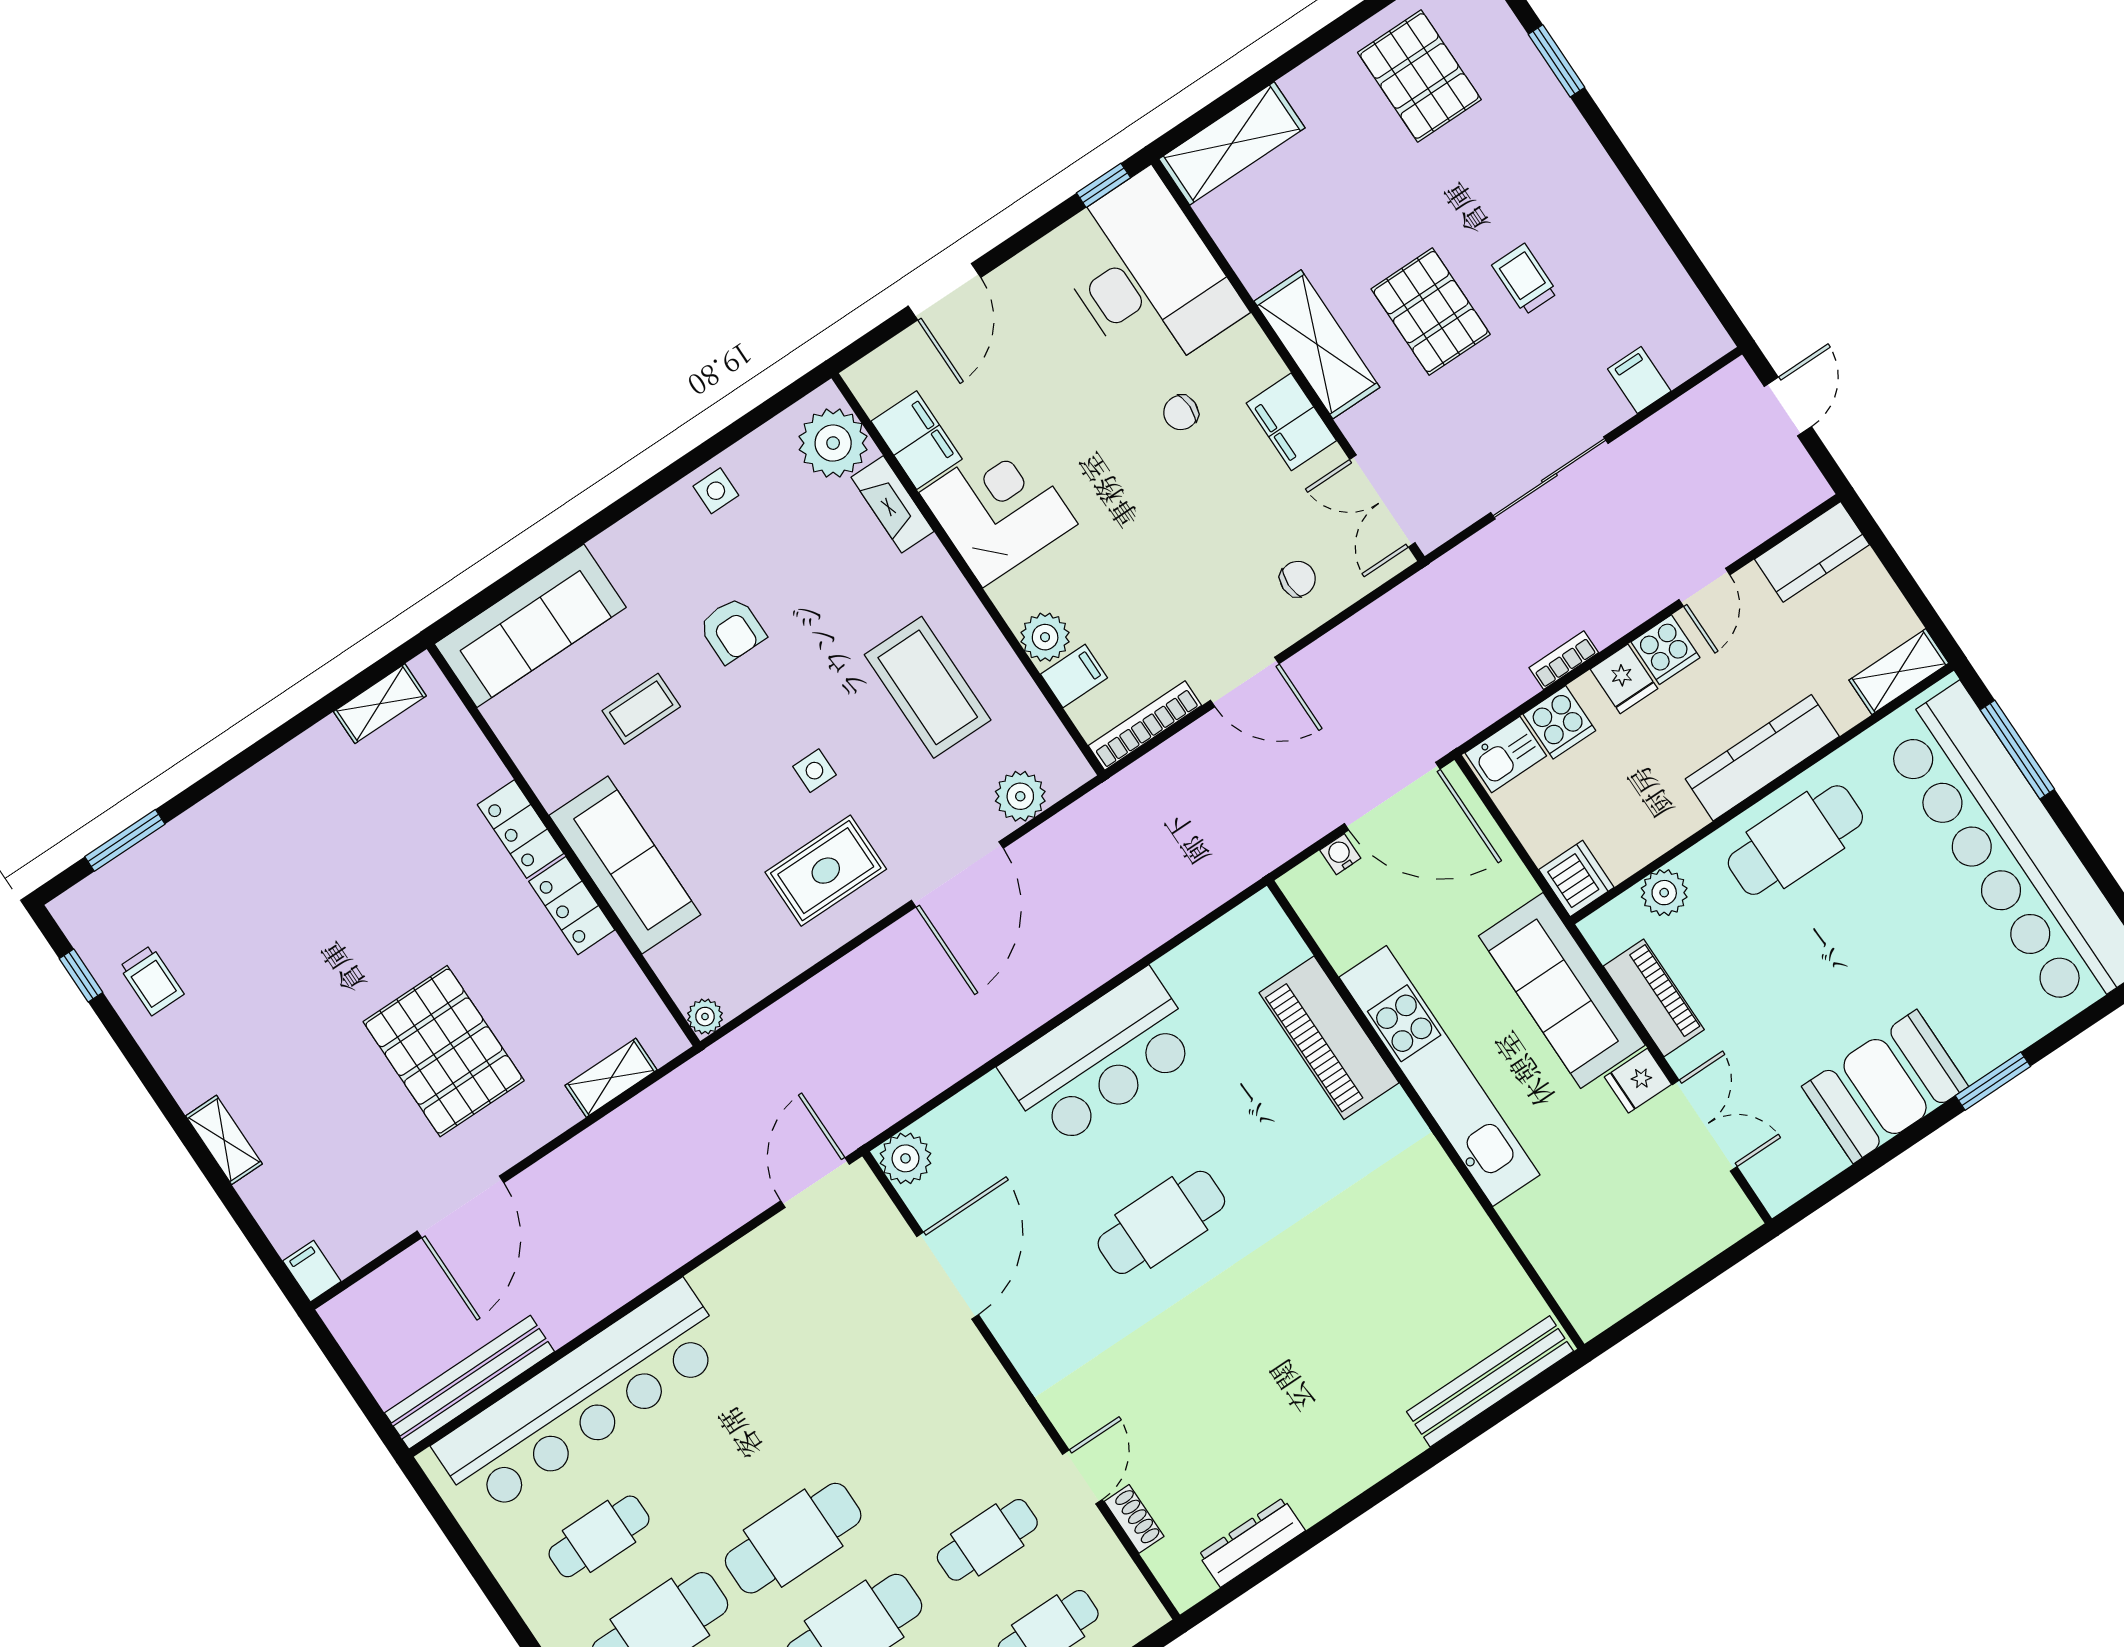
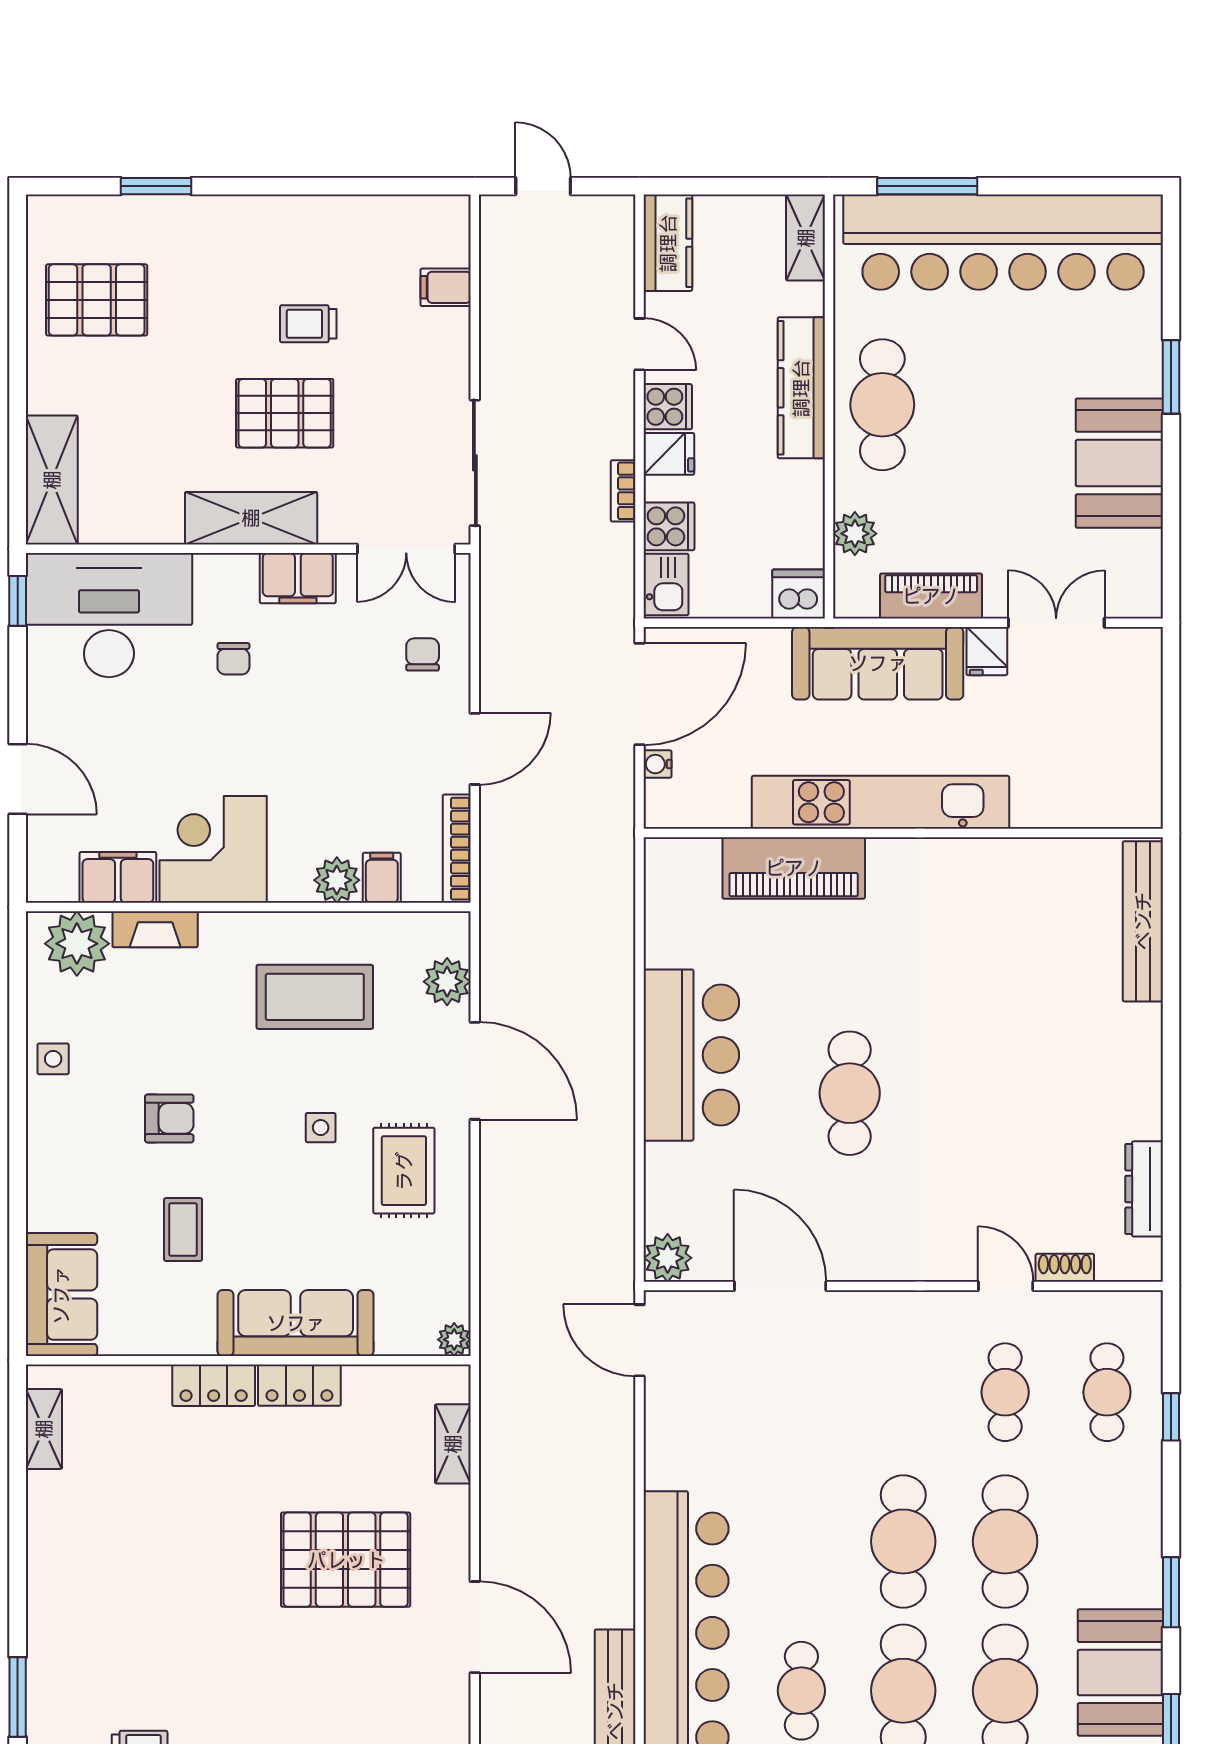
sliding door: (1549, 478) -> (475, 463), moved
sofa: (530, 626) -> (61, 1295), width x0.73

